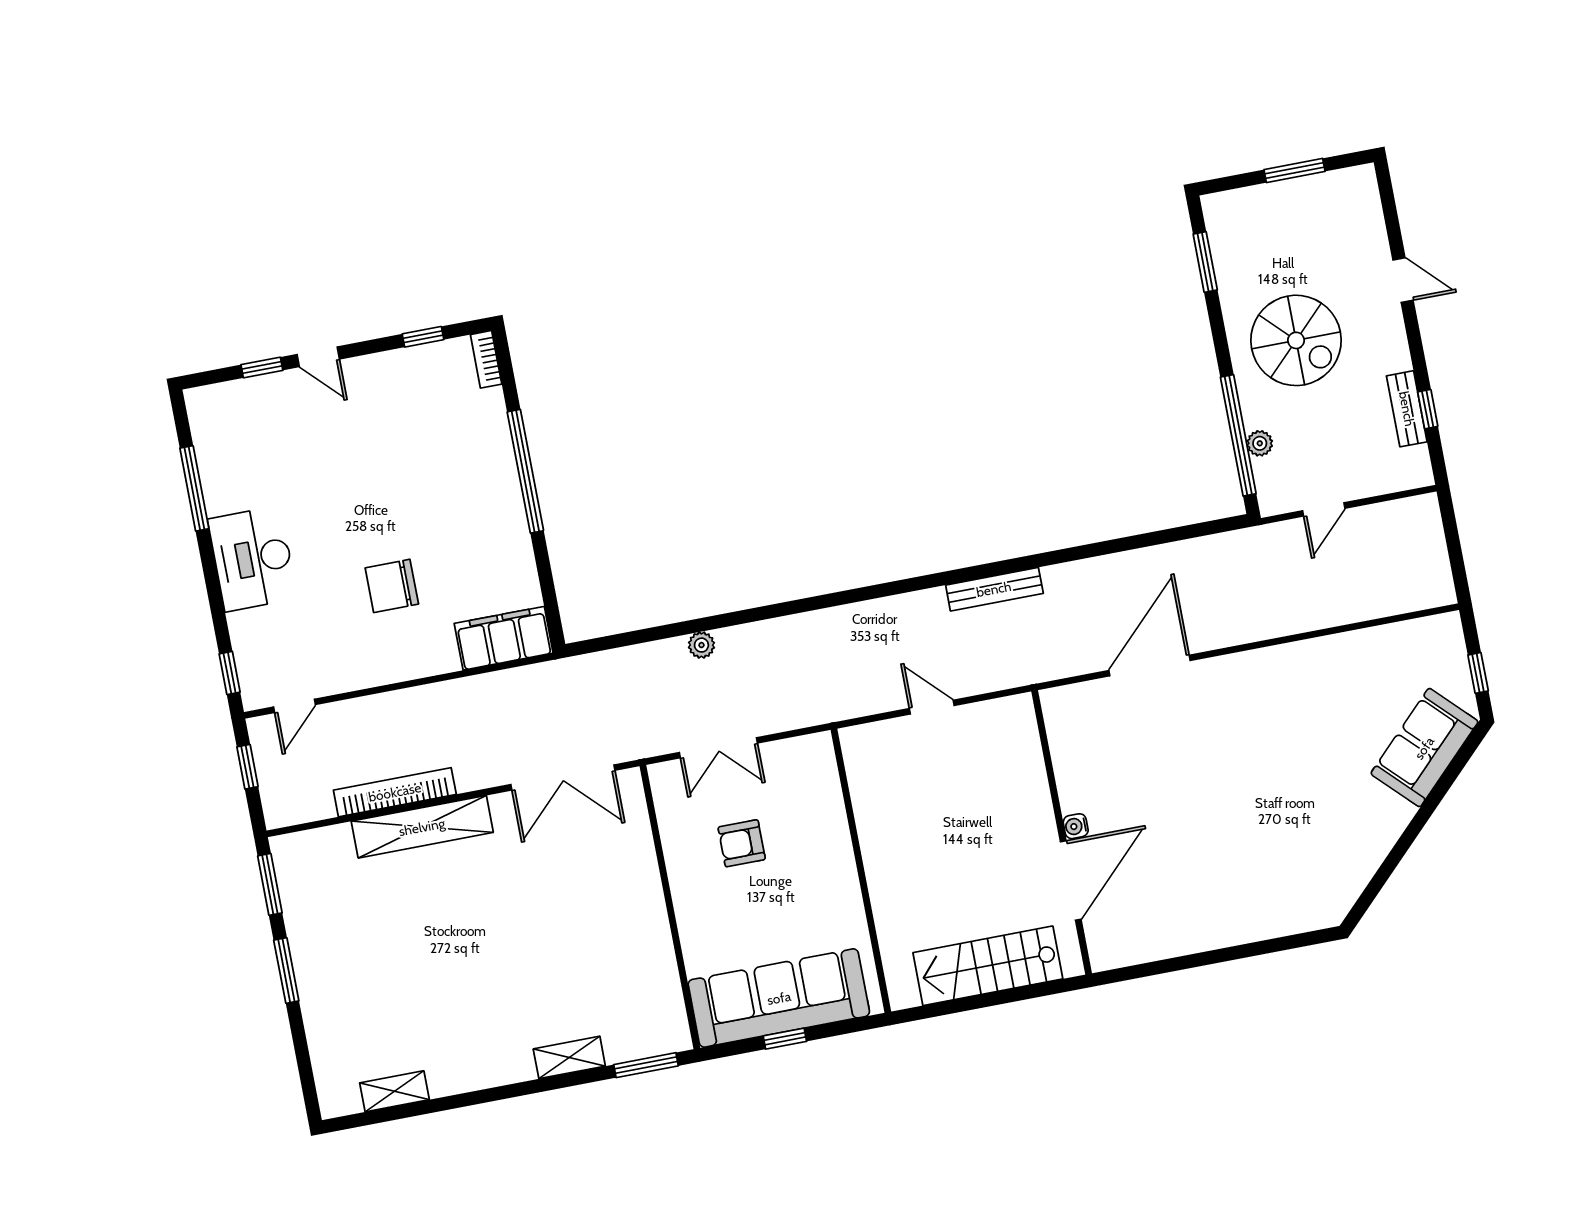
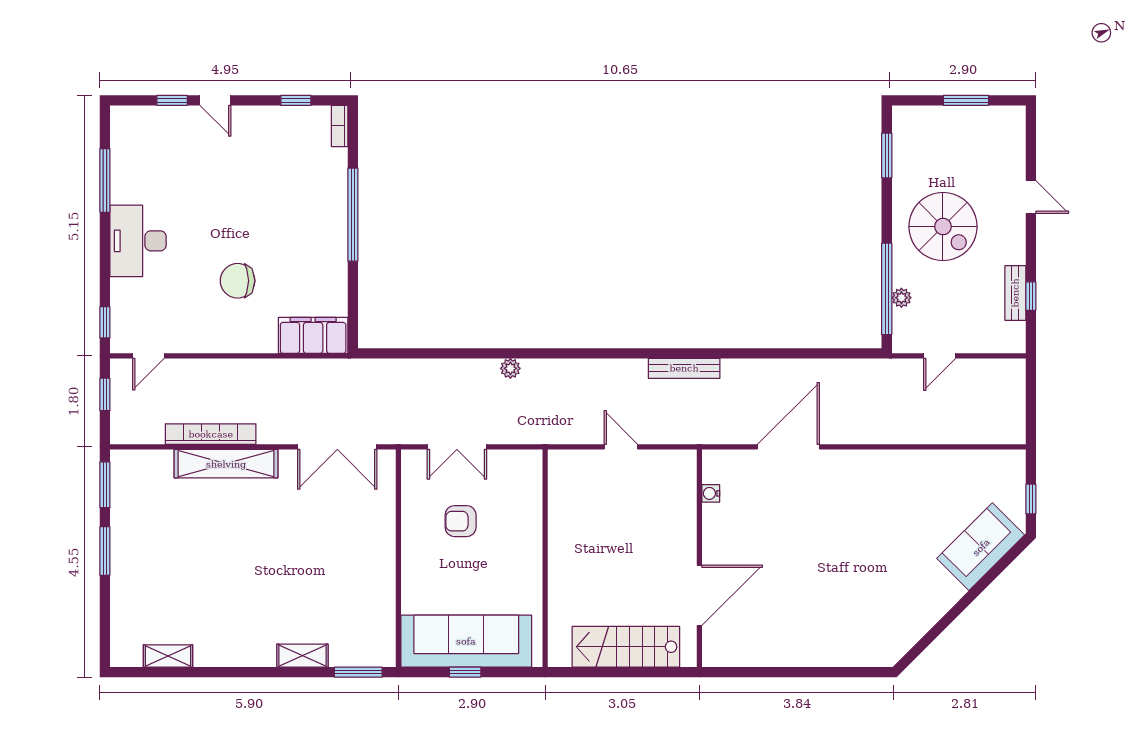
plant: (701, 645) -> (510, 368), moved
water cooler: (1076, 826) -> (711, 493), moved

